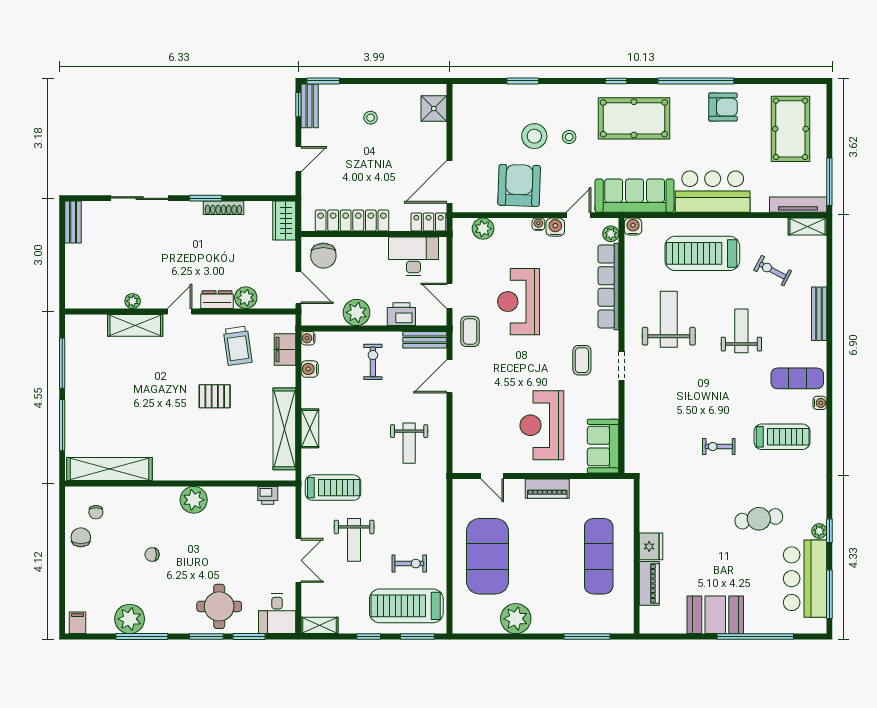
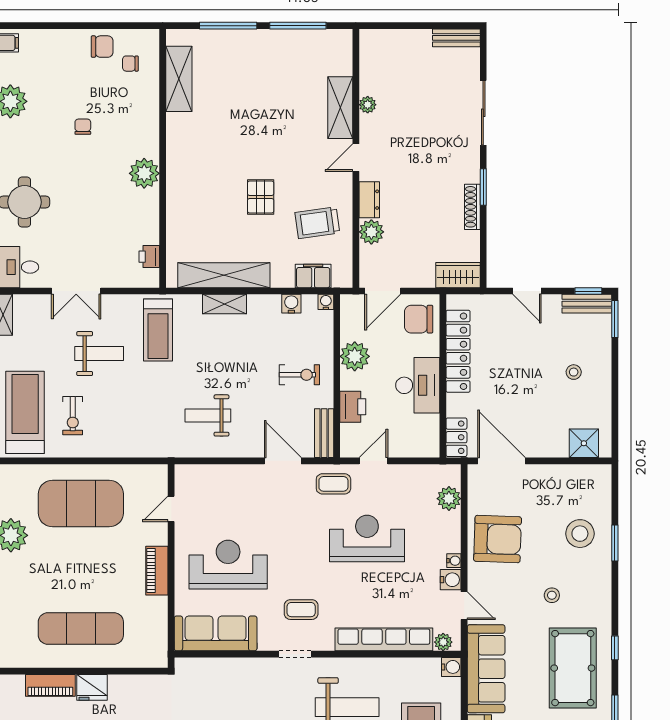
stool: (534, 136) -> (580, 534), moved
desk: (413, 256) -> (418, 385), moved
door: (180, 312) -> (356, 158), swing flipped
sofa: (603, 446) -> (216, 633), width x1.36
shelving: (110, 469) -> (179, 79), width x0.68
weight bench: (354, 540) -> (99, 354), turned 180

